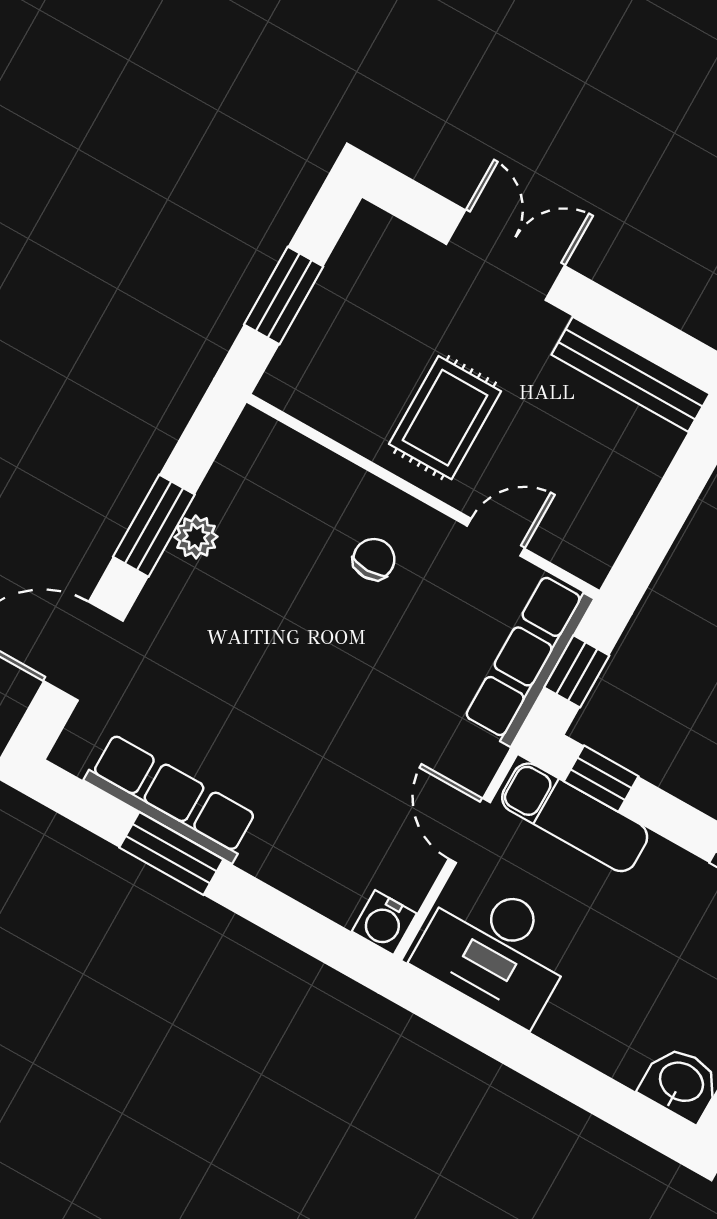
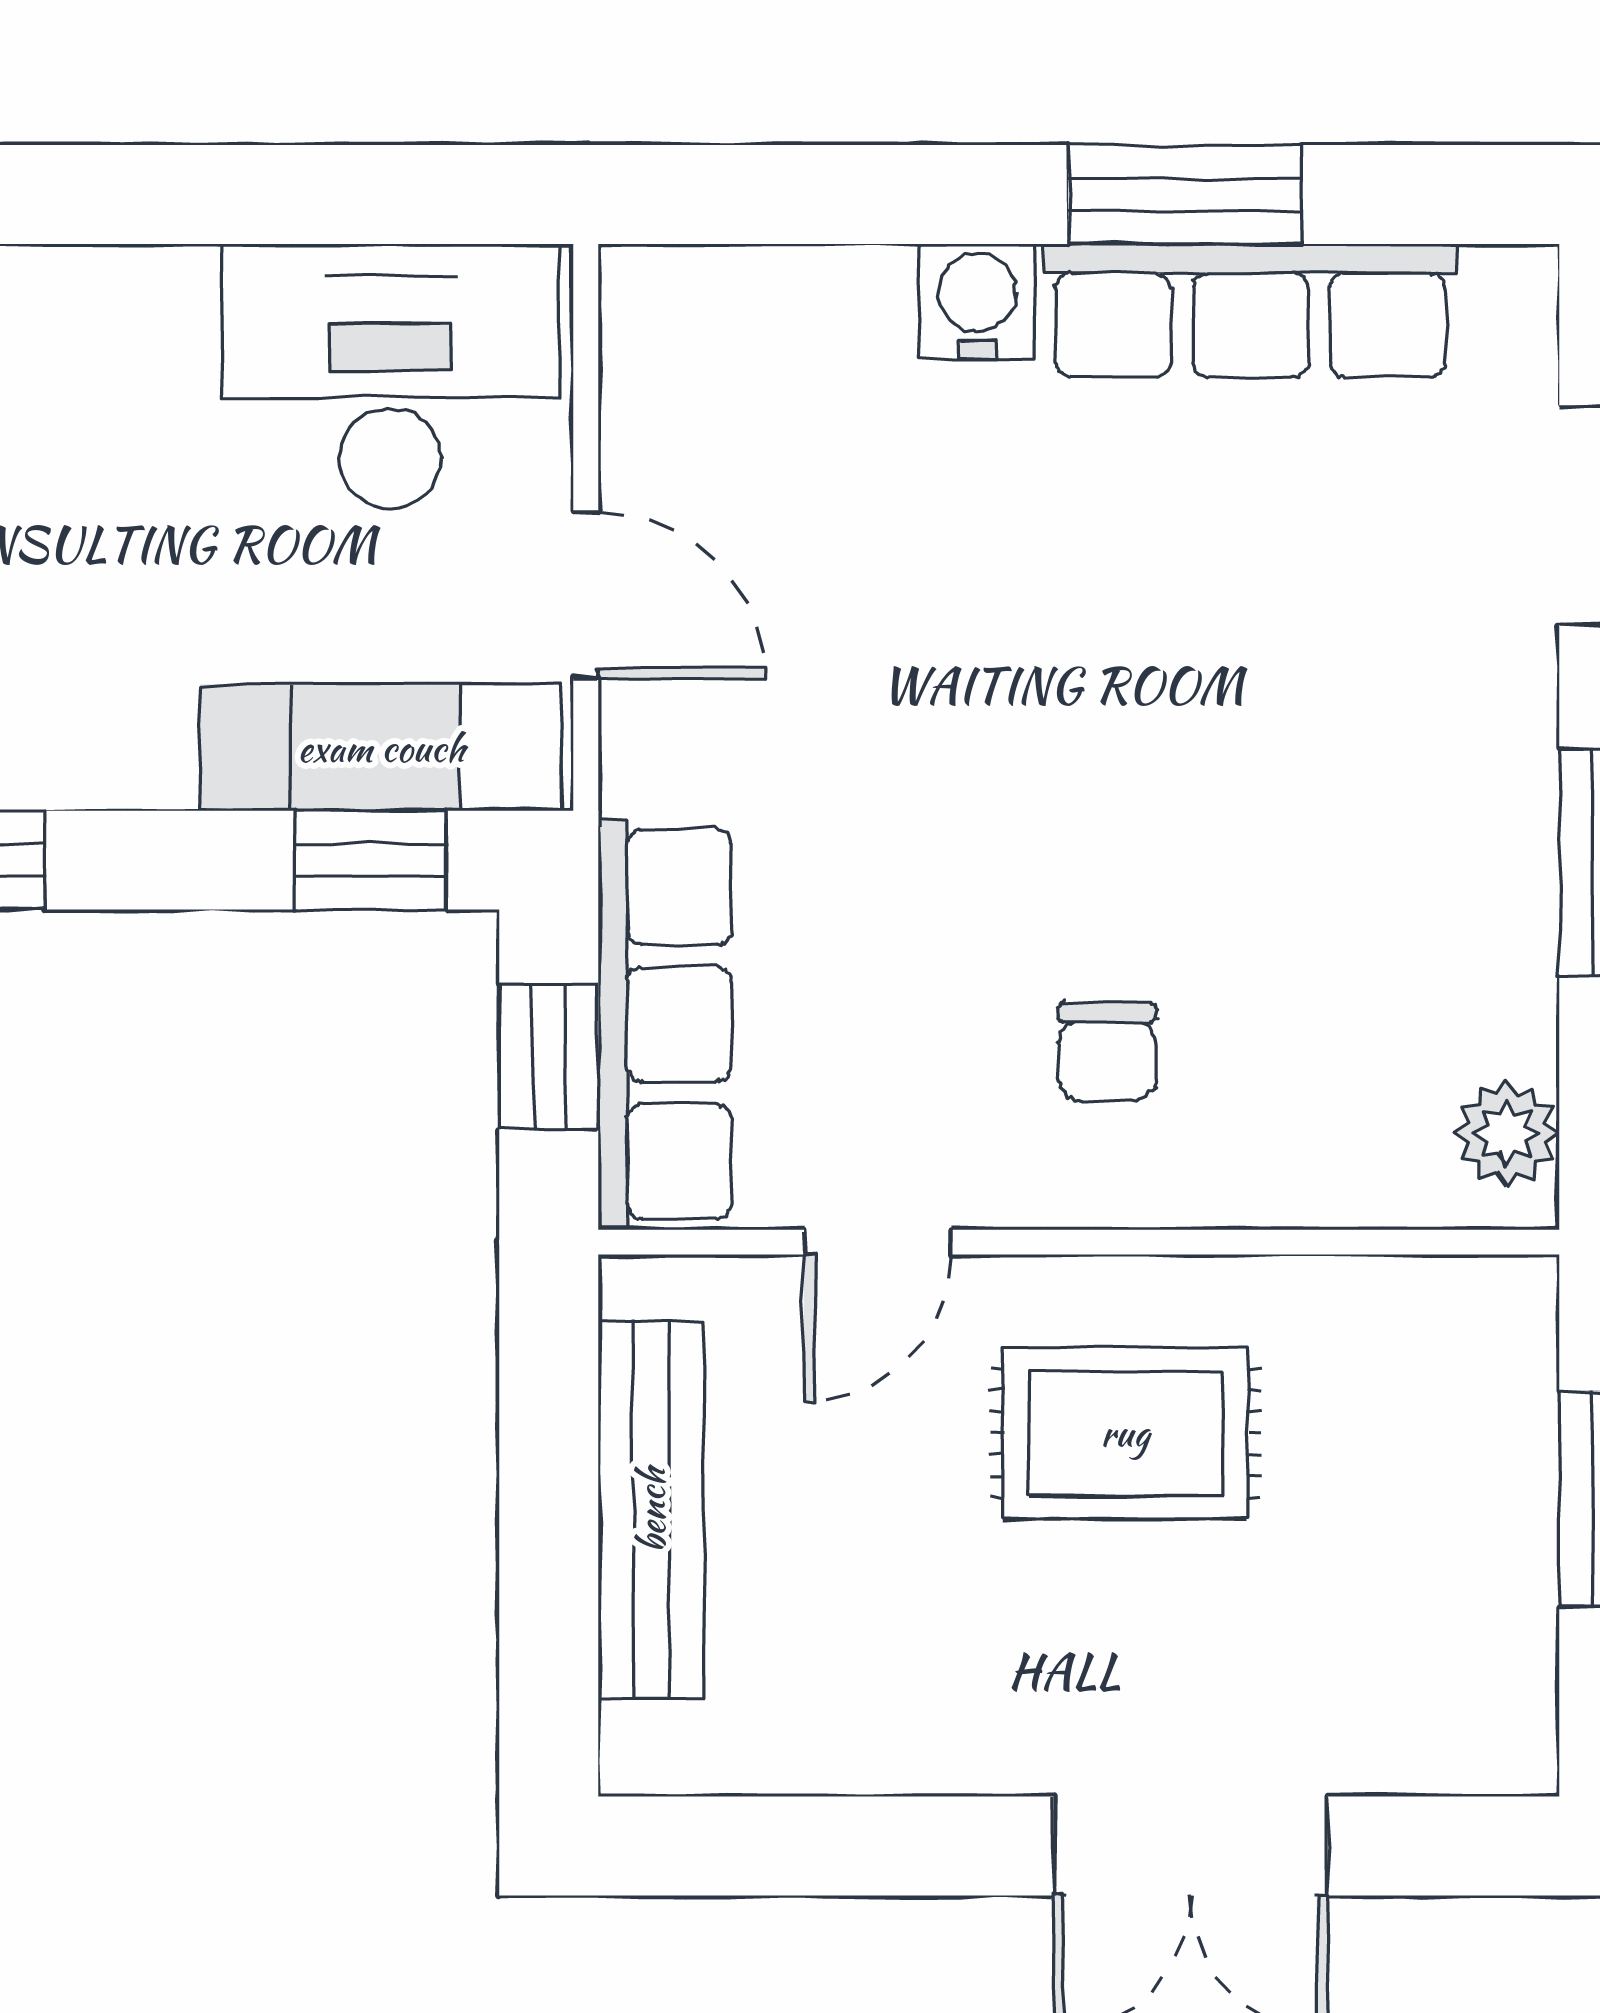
bench: (631, 374) -> (651, 1510), moved, turned 90
rug: (445, 418) -> (1125, 1433), turned 90
plant: (196, 537) -> (1507, 1133), moved
water cooler: (384, 923) -> (977, 302), moved

